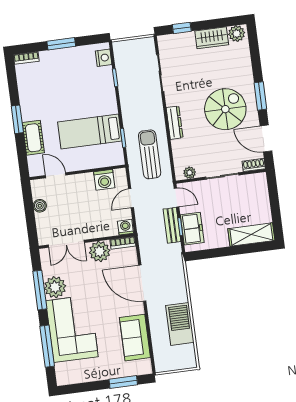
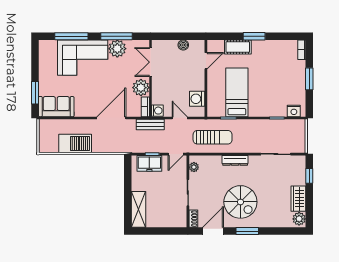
bench: (172, 225) -> (150, 124), moved
sofa: (135, 338) -> (56, 107), moved

